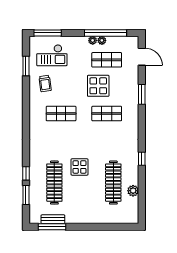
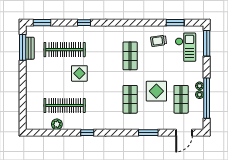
checkout: (52, 55) -> (185, 47), turned 180
window: (26, 173) -> (84, 23), moved
window: (26, 195) -> (42, 23), moved

